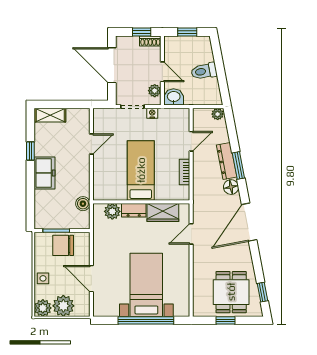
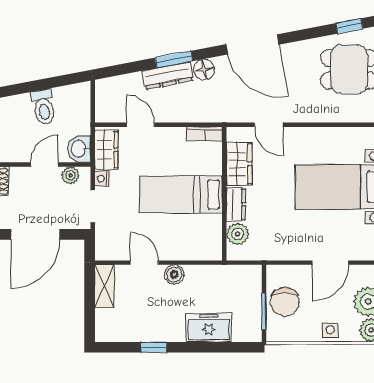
plant: (218, 114) -> (103, 88), removed
shelving: (50, 115) -> (104, 286), moved
wardrobe: (173, 117) -> (106, 150), added
bookcase: (184, 172) -> (204, 134), moved
freezer: (45, 173) -> (209, 328), moved
boiler: (83, 204) -> (174, 275), moved

